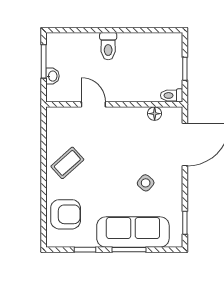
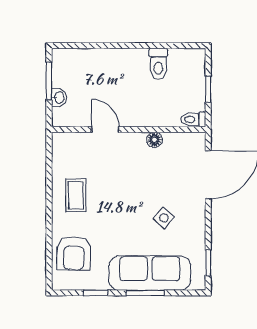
toilet: (108, 46) -> (158, 64), moved
floor lamp: (155, 114) -> (154, 140), moved
coffee table: (67, 163) -> (76, 195), turned -48
armchair: (66, 214) -> (74, 253), turned 91

